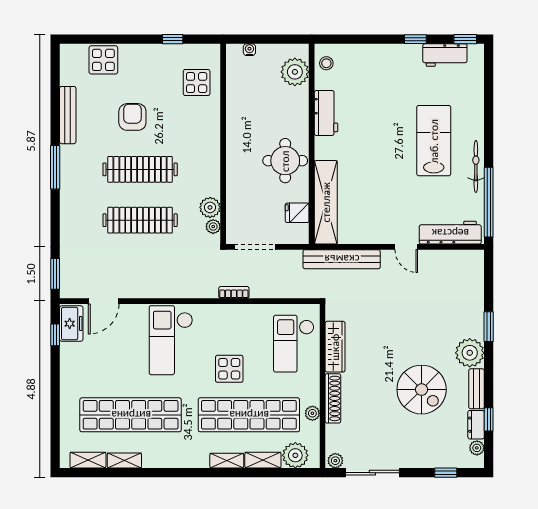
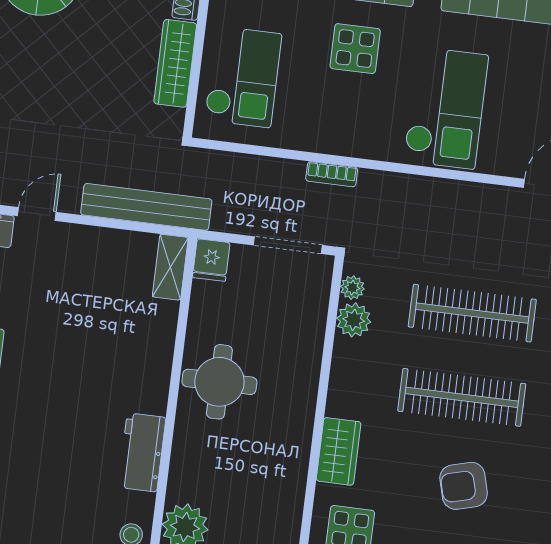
armchair: (132, 117) -> (464, 486), turned 75
wardrobe: (209, 128) -> (339, 451), added
shelving: (326, 202) -> (170, 267), width x0.45, depth x0.75
fridge: (297, 213) -> (211, 260), moved, turned 90
door: (406, 247) -> (37, 214), hinge flipped

